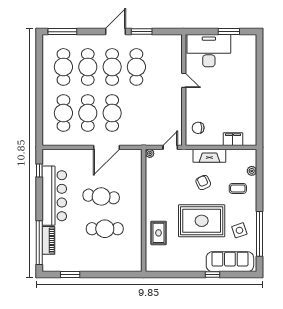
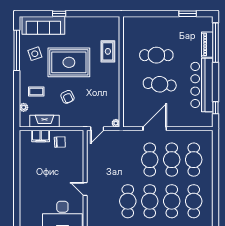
chair: (198, 128) -> (60, 142), moved
fireplace: (209, 156) -> (45, 121), moved

